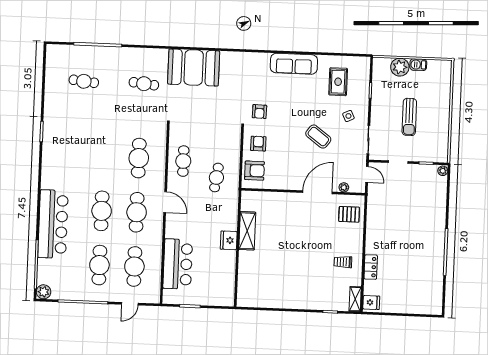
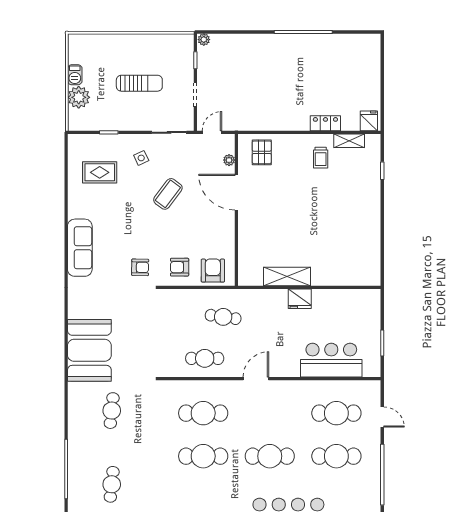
sofa: (294, 64) -> (80, 248), moved
cafe table: (137, 212) -> (203, 456), moved
shelving: (355, 299) -> (349, 141), moved

